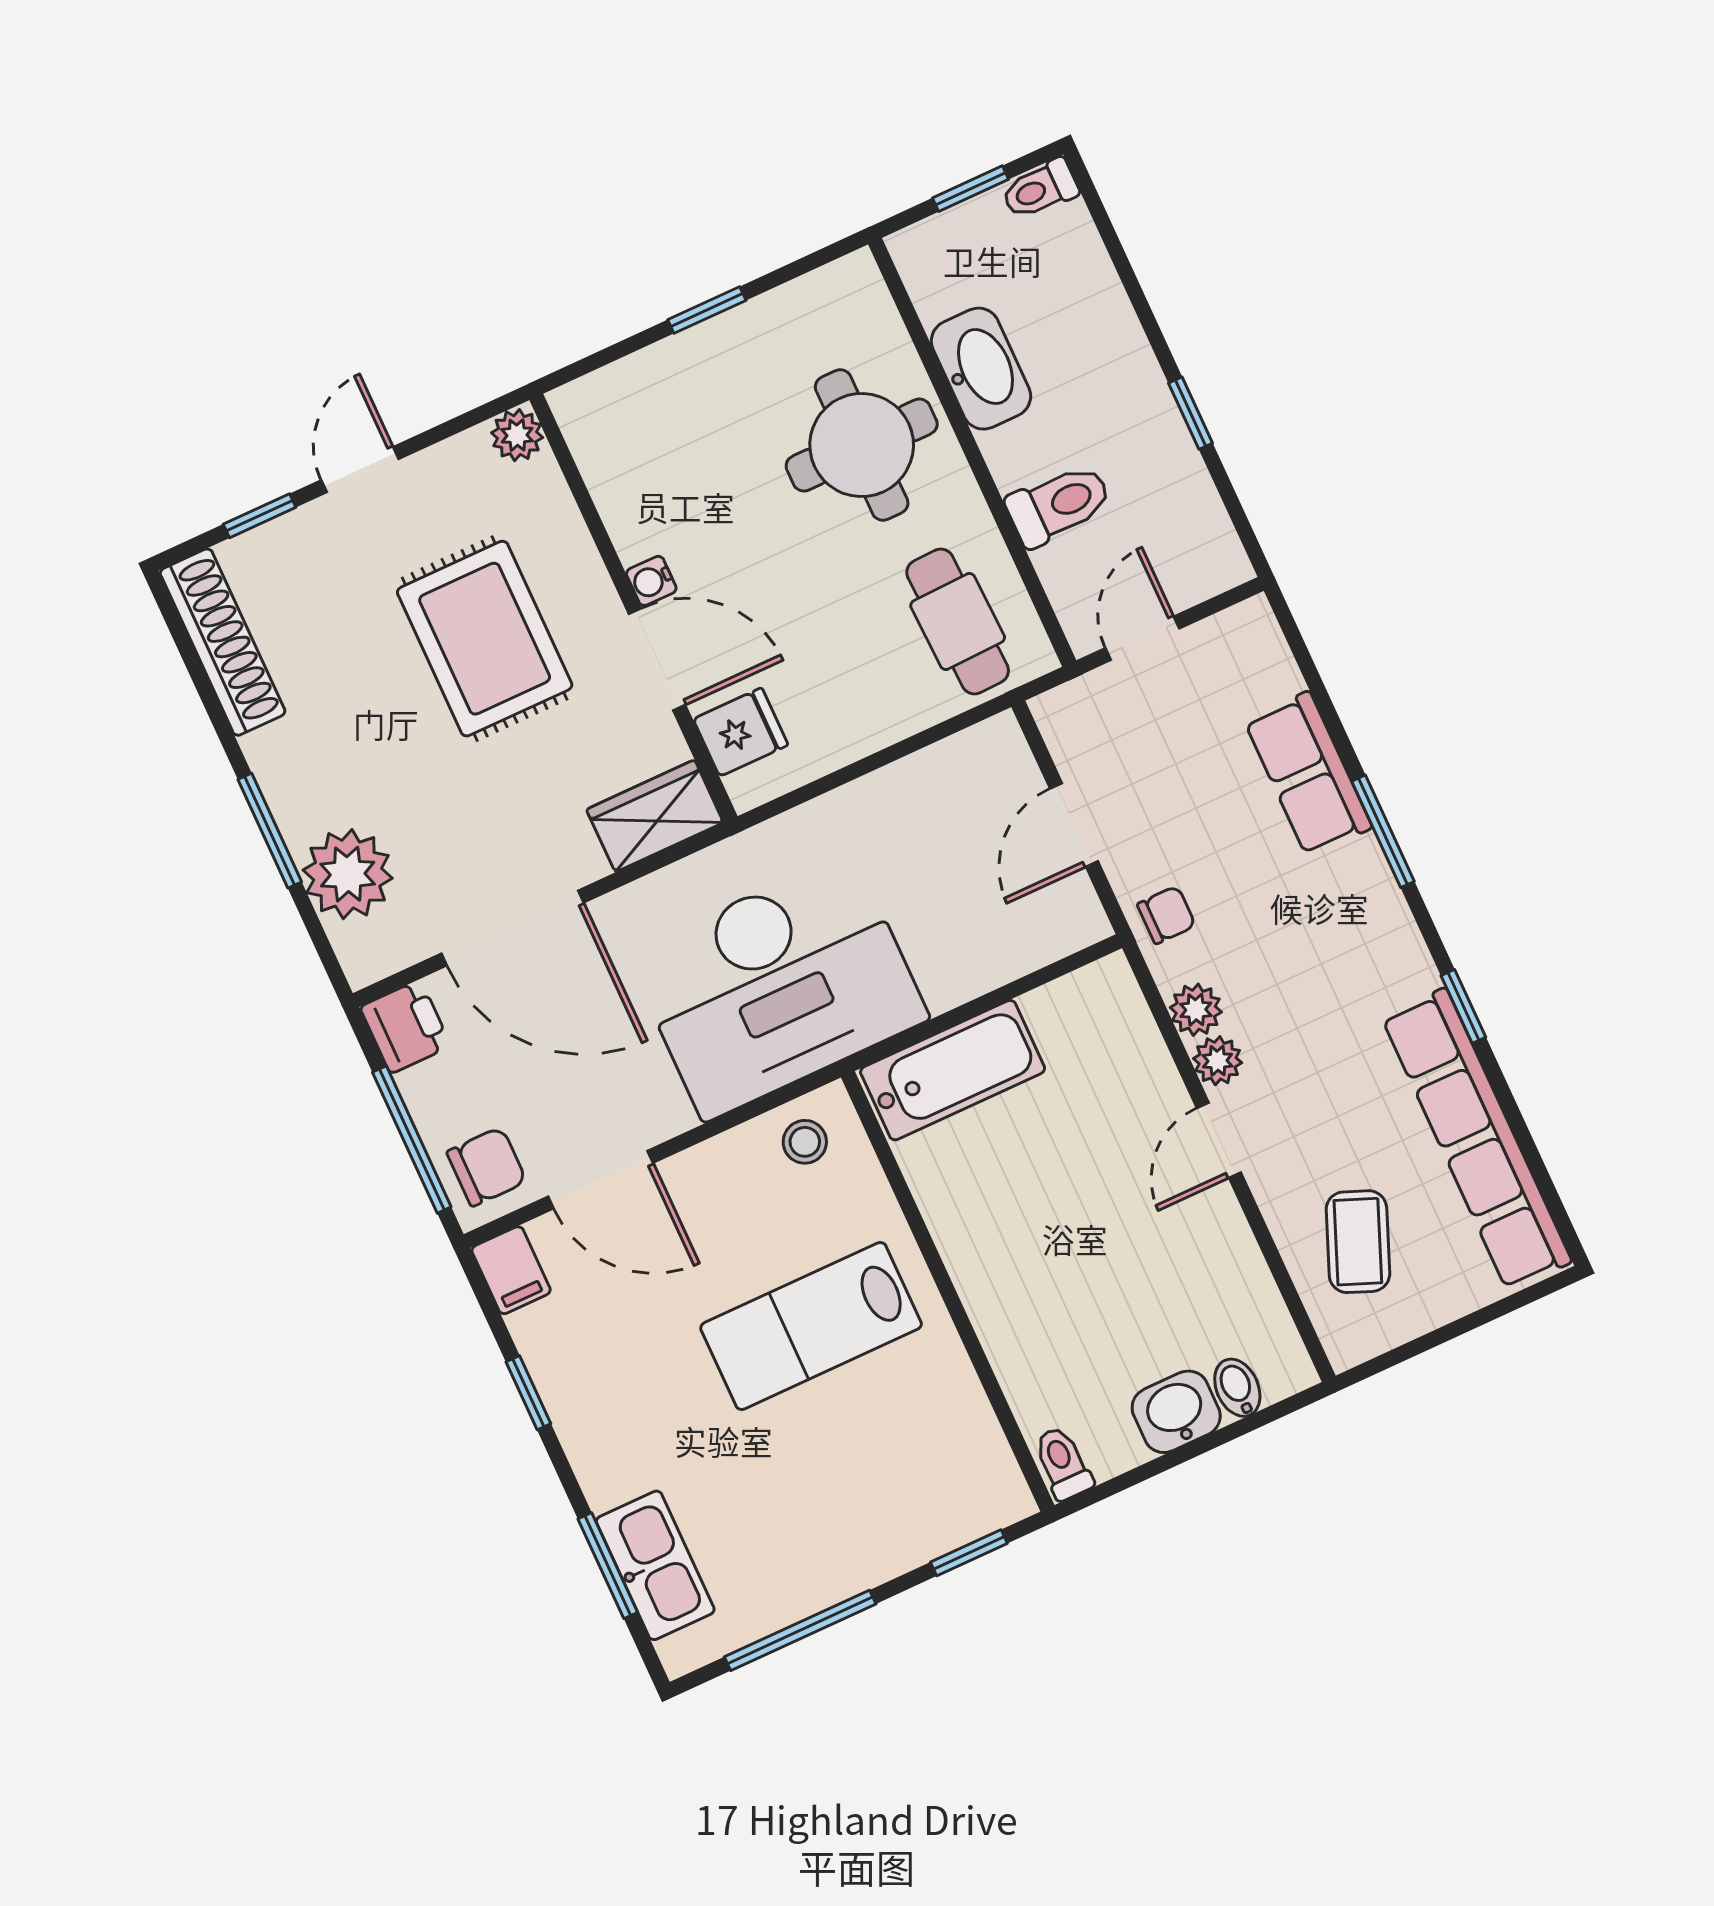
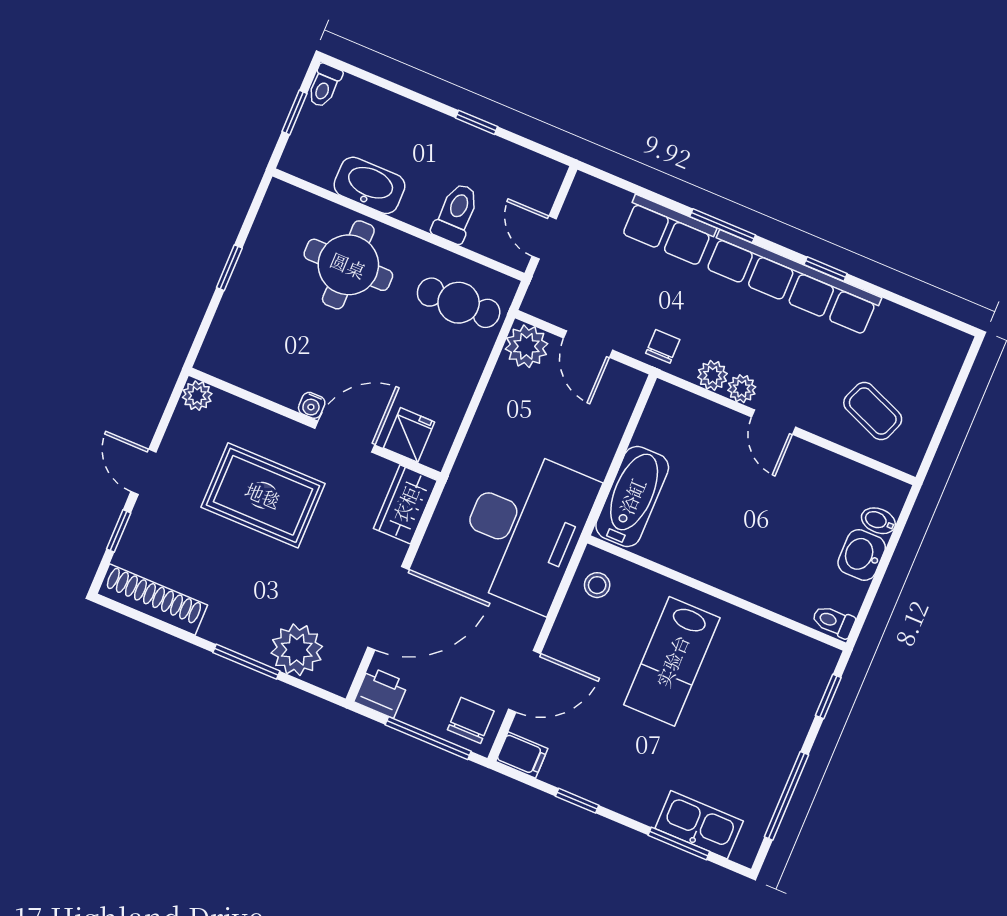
plant: (993, 756) -> (526, 346), added
row of seats: (1477, 1139) -> (793, 283), moved

